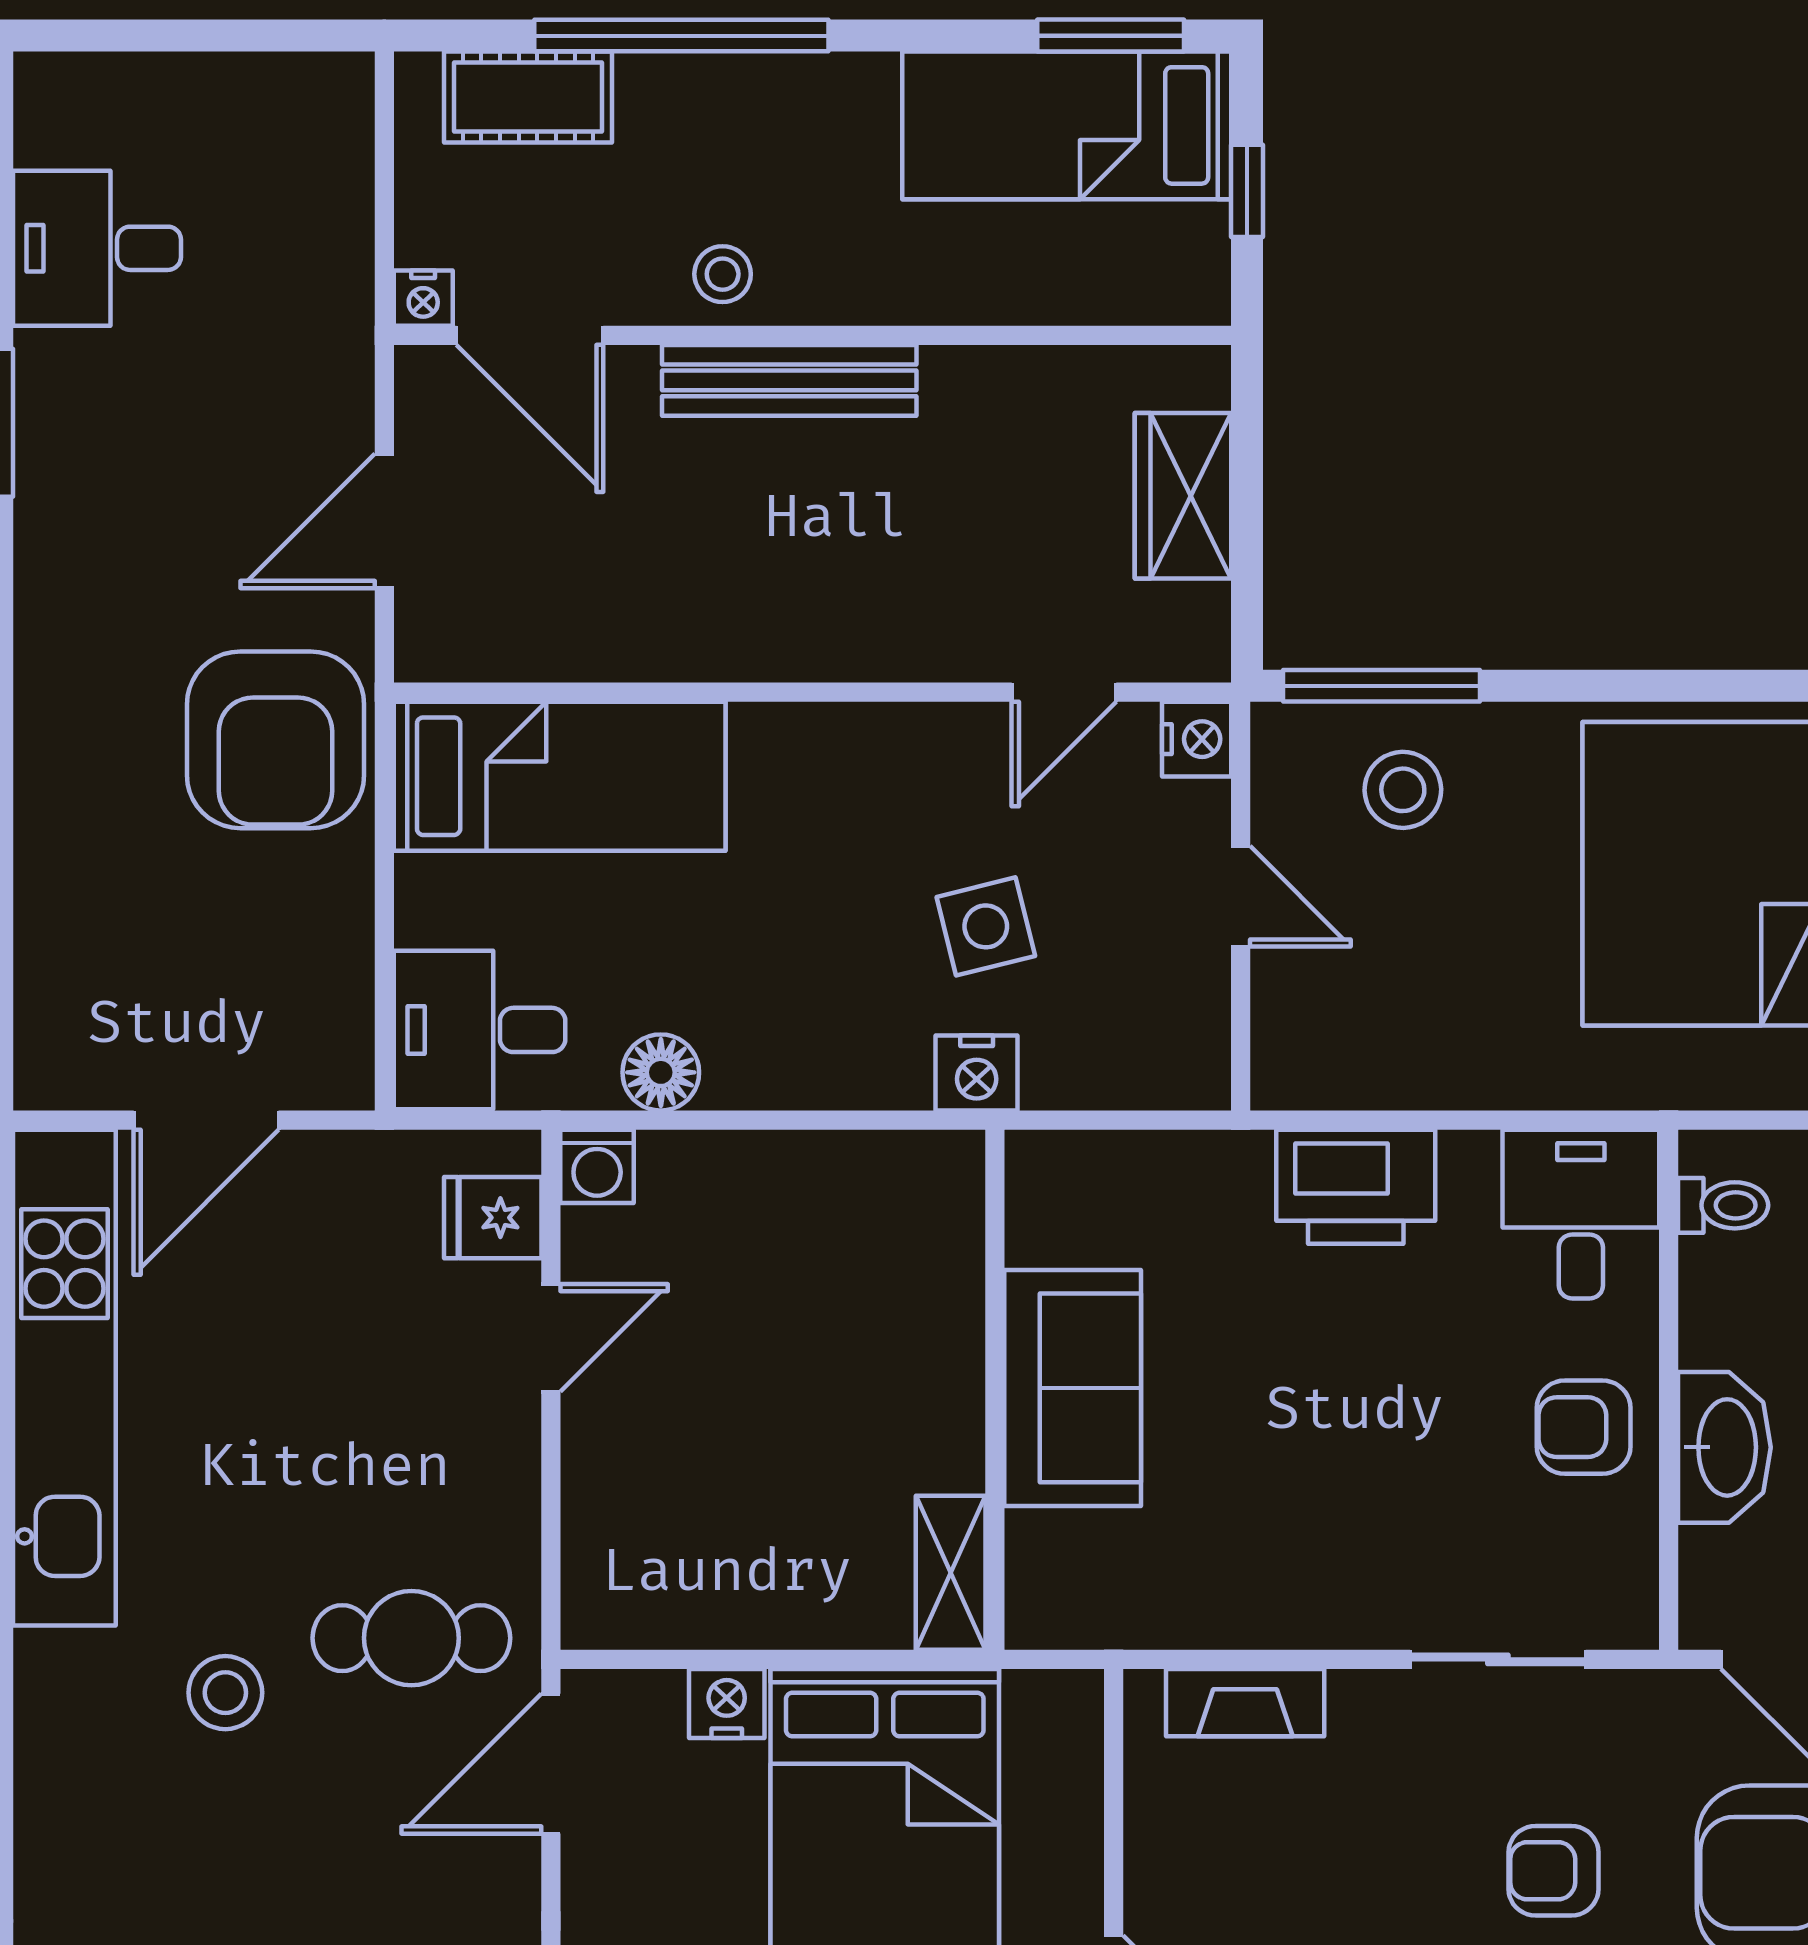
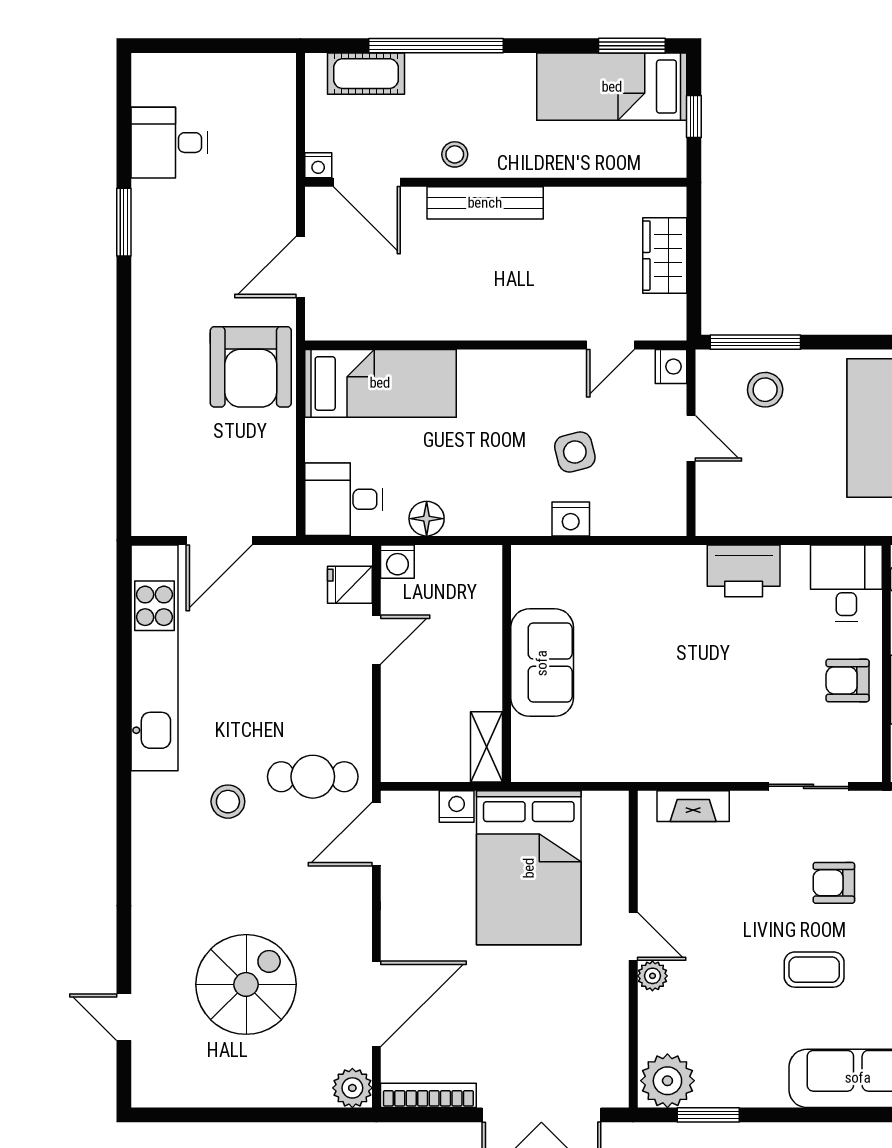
sofa: (1073, 1388) -> (542, 663), moved
wall: (995, 1390) -> (507, 663), moved
shelving: (951, 1573) -> (486, 747), moved

